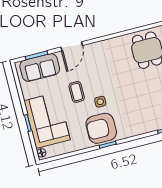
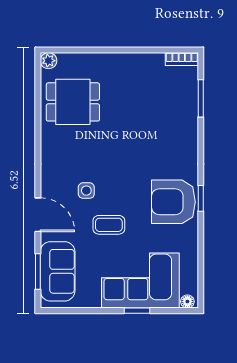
side table: (100, 102) -> (86, 191), moved
armchair: (101, 128) -> (173, 202), turned 90

